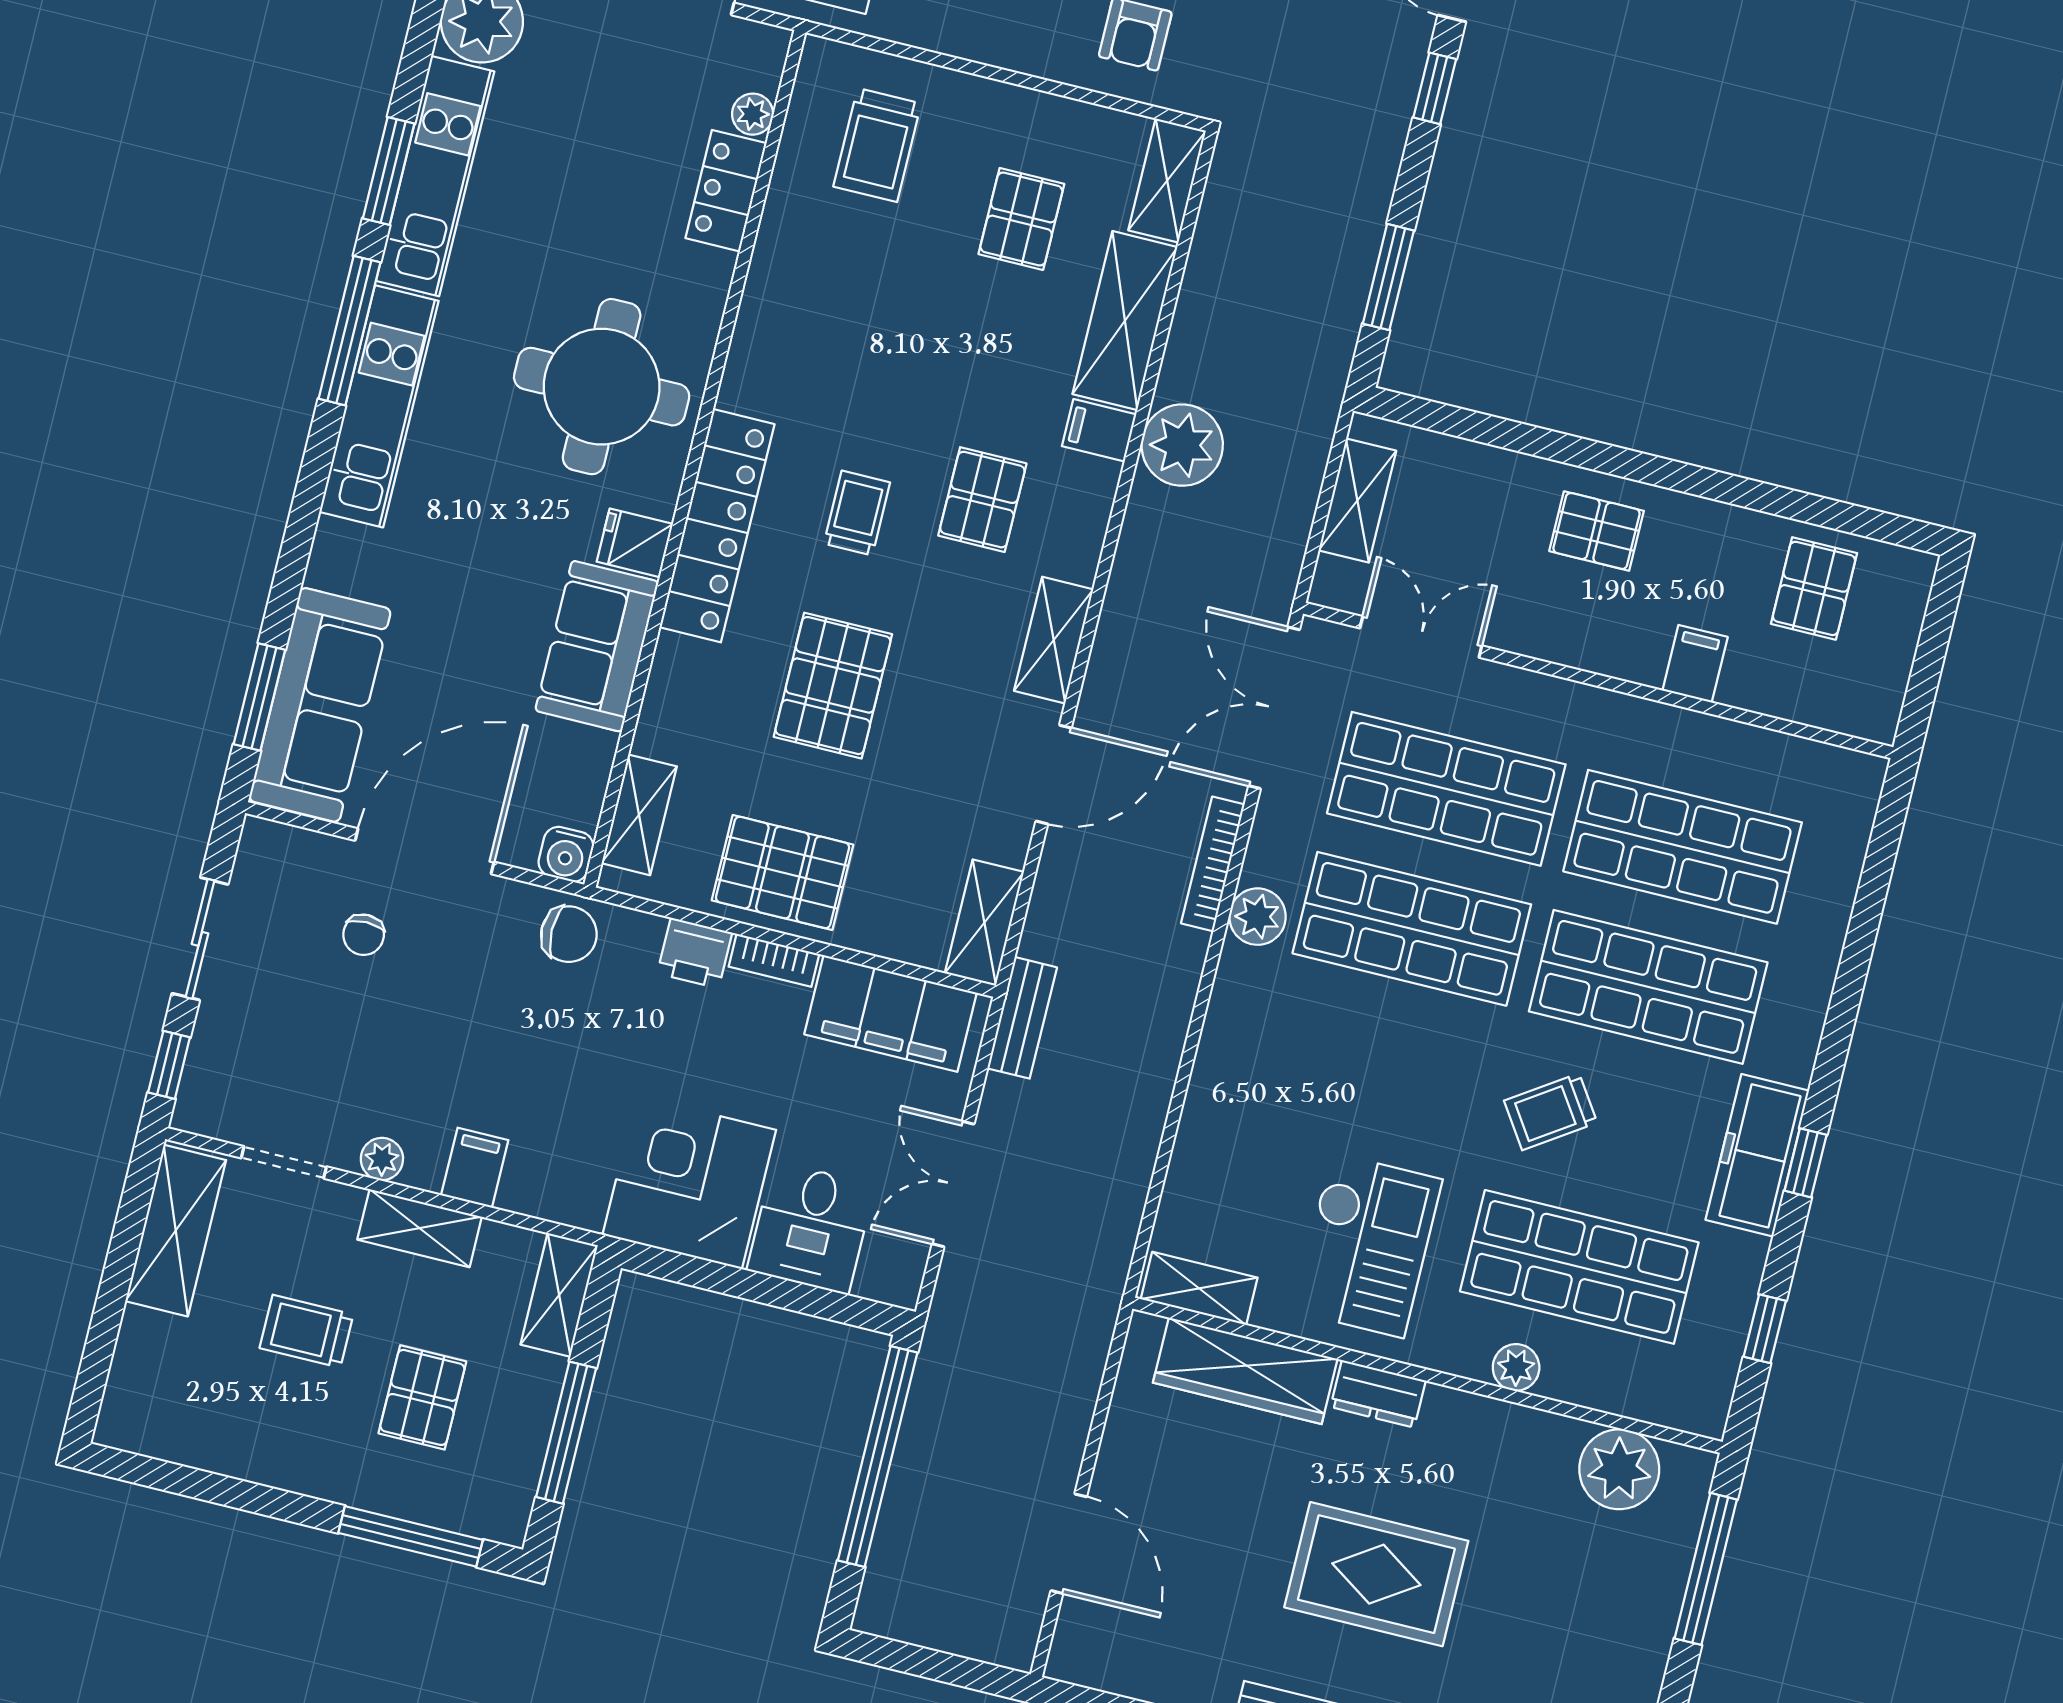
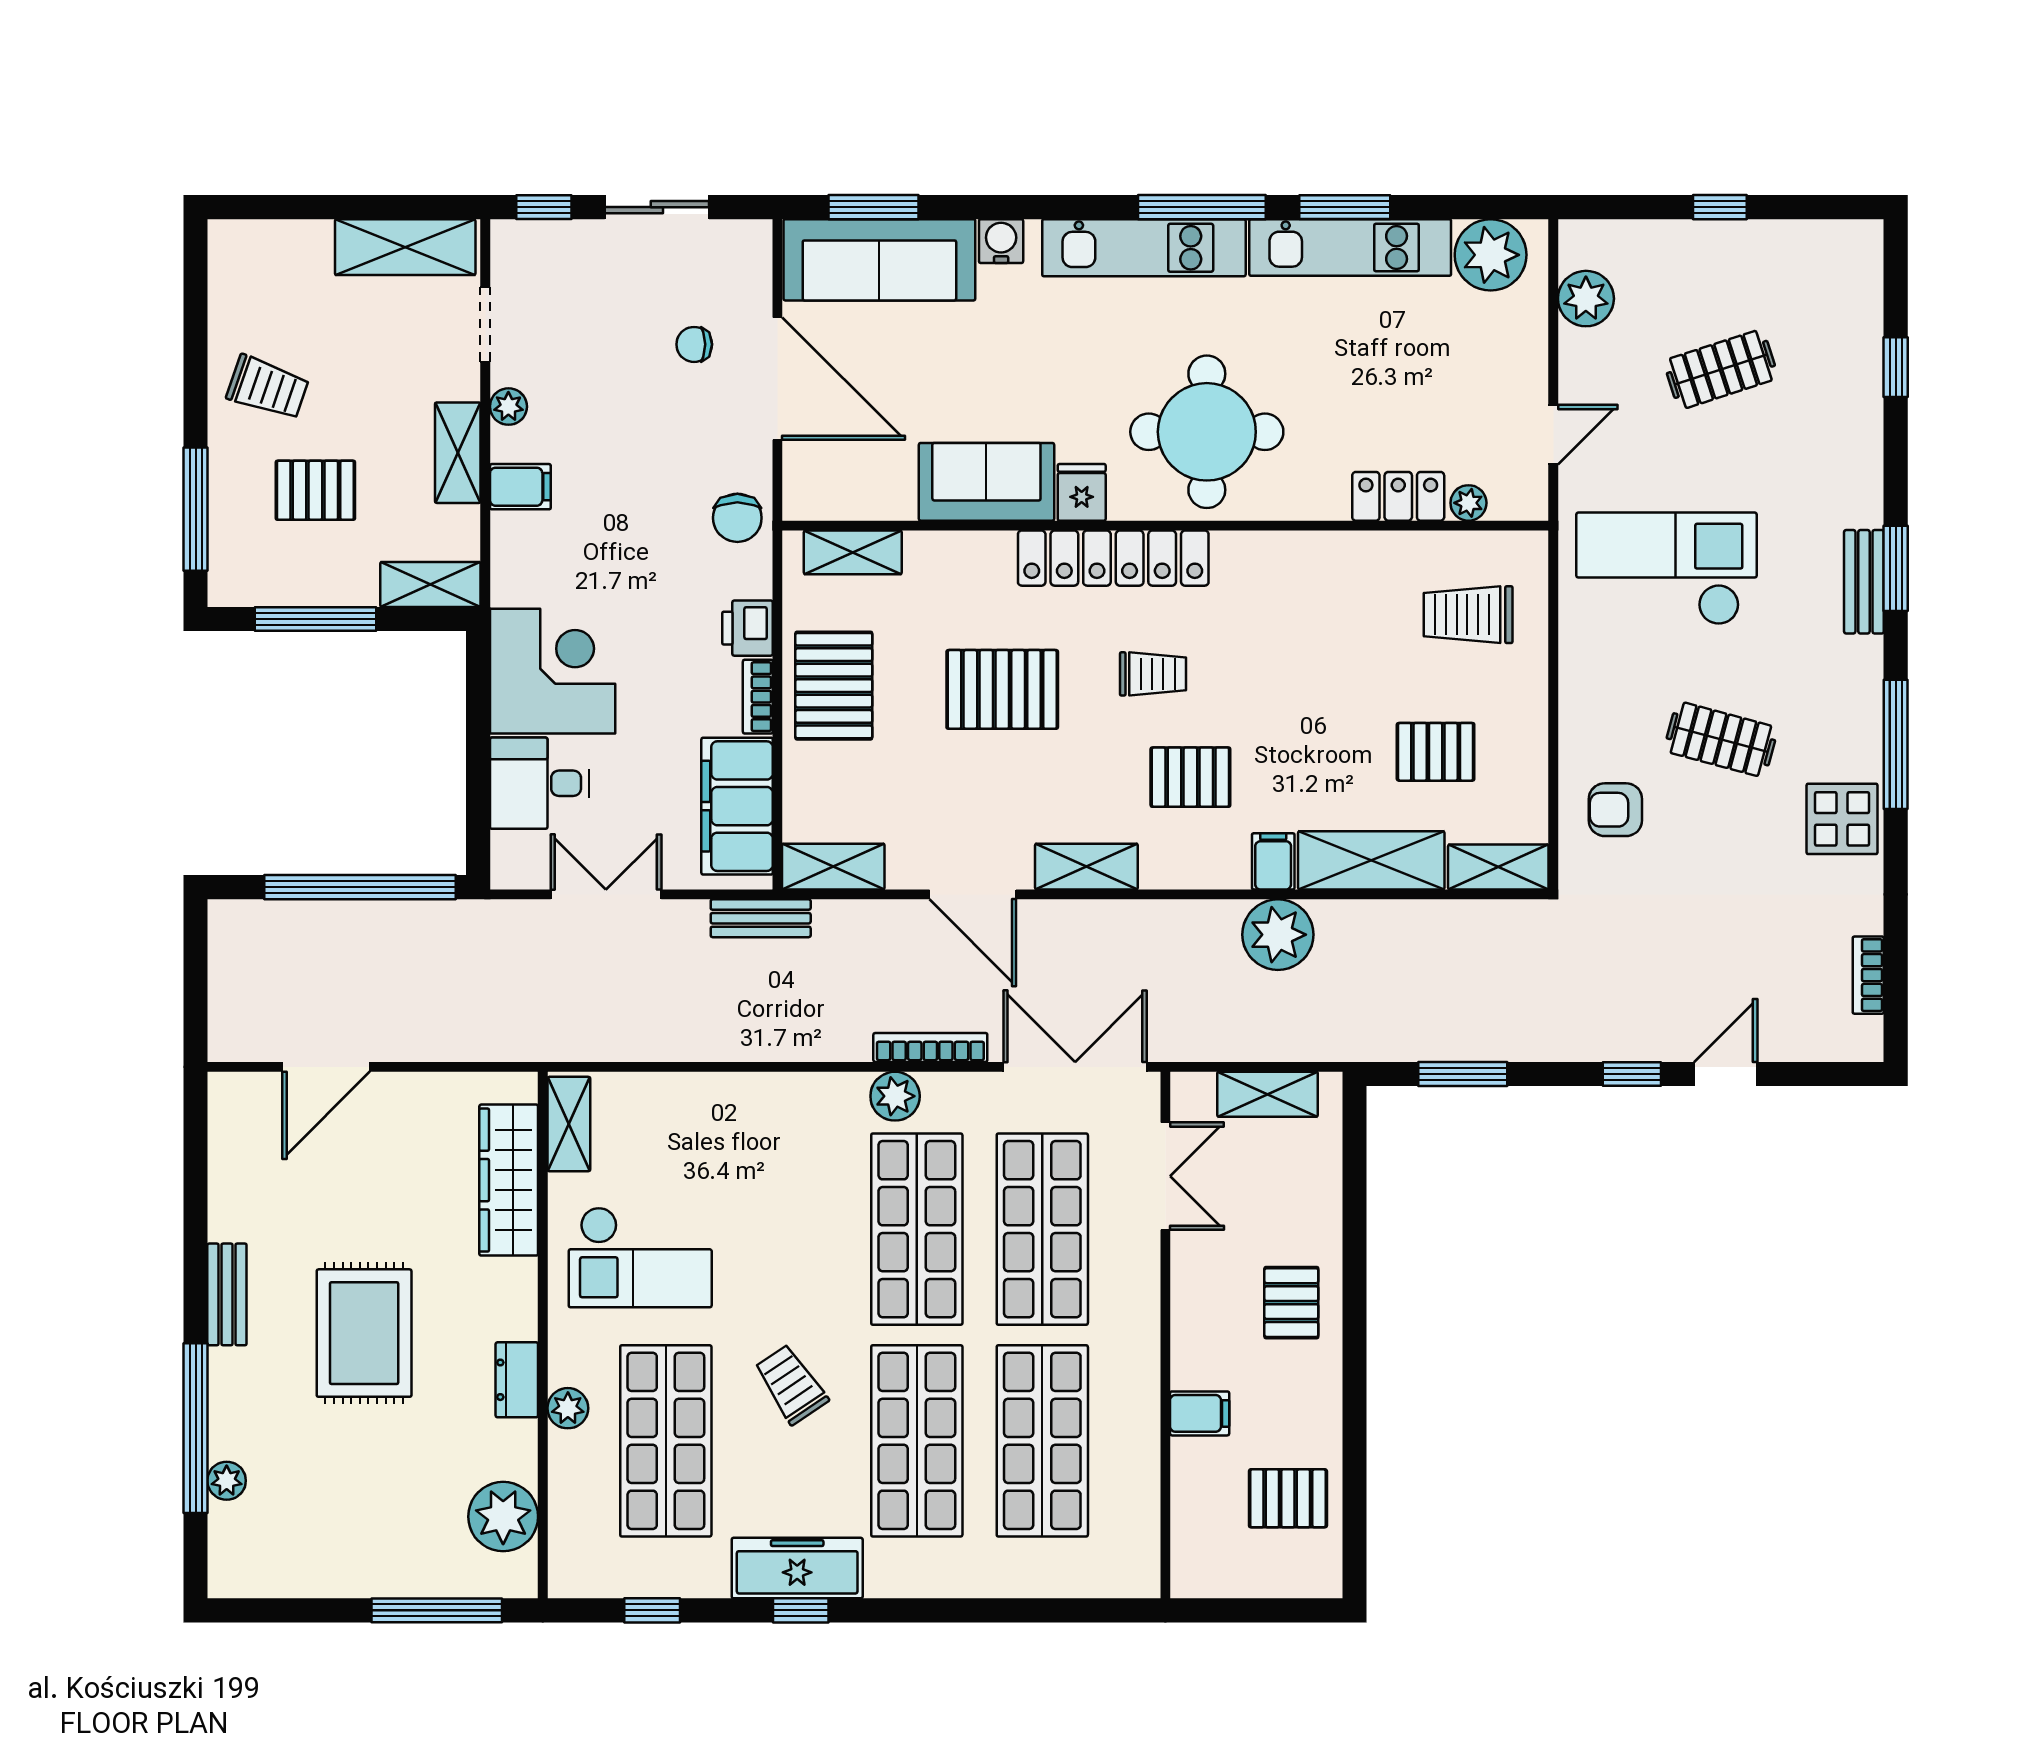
water cooler: (566, 854) -> (1001, 241), moved, turned 90
trolley: (306, 1331) -> (268, 388), moved, turned 109
dresser: (1378, 1394) -> (517, 1380), moved

